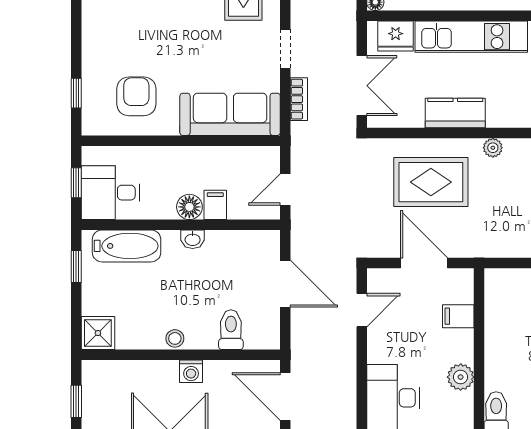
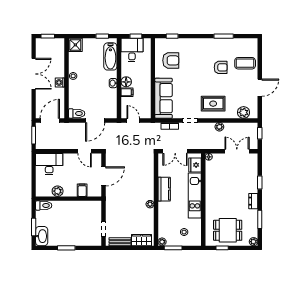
rug: (431, 182) -> (136, 179), removed
toilet: (231, 330) -> (77, 113), moved

